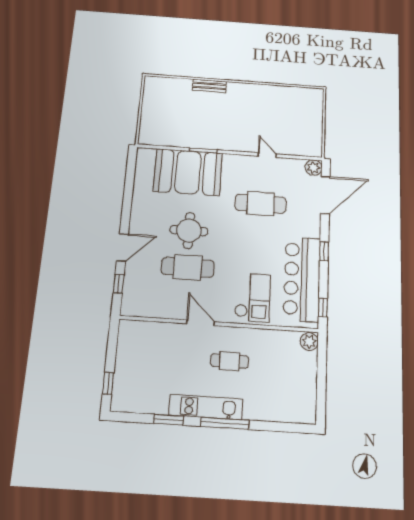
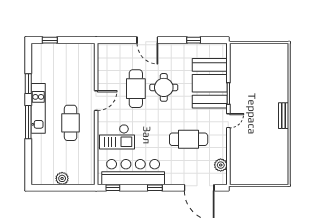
bench: (209, 86) -> (284, 116), moved
door: (267, 155) -> (228, 121), moved
plant: (314, 168) -> (221, 165), moved
cafe table: (261, 204) -> (189, 139), turned 90
window: (119, 284) -> (194, 40), moved
plant: (309, 342) -> (62, 178), moved
cafe table: (230, 361) -> (71, 123), width x1.37, depth x1.35

